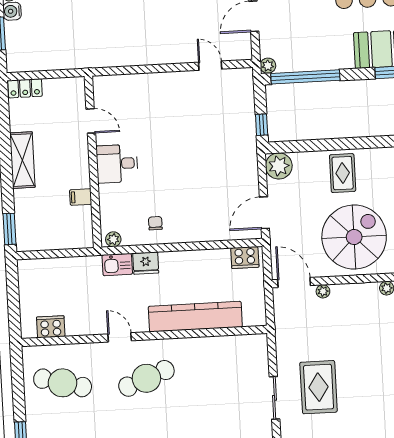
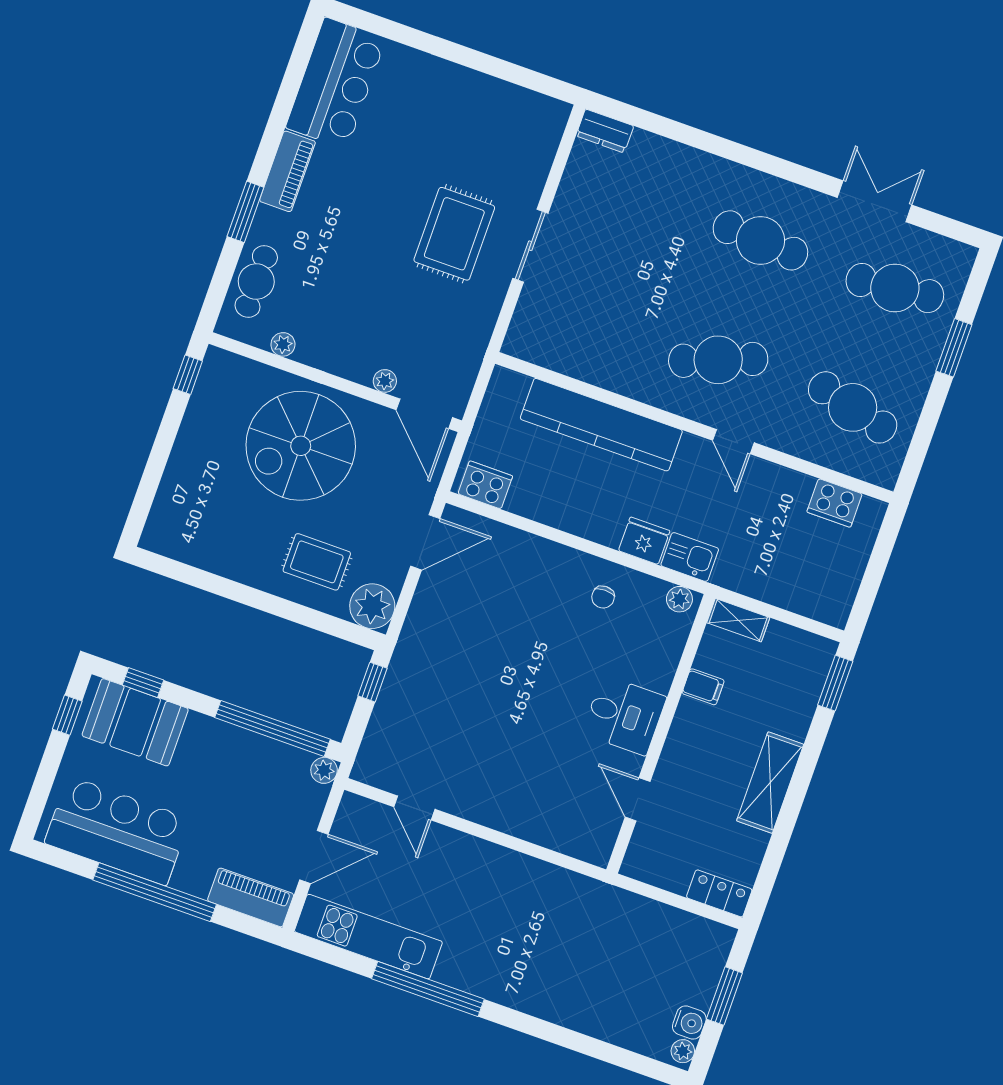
rug: (343, 173) -> (317, 562), moved, turned 90
shelving: (77, 241) -> (738, 620), added

